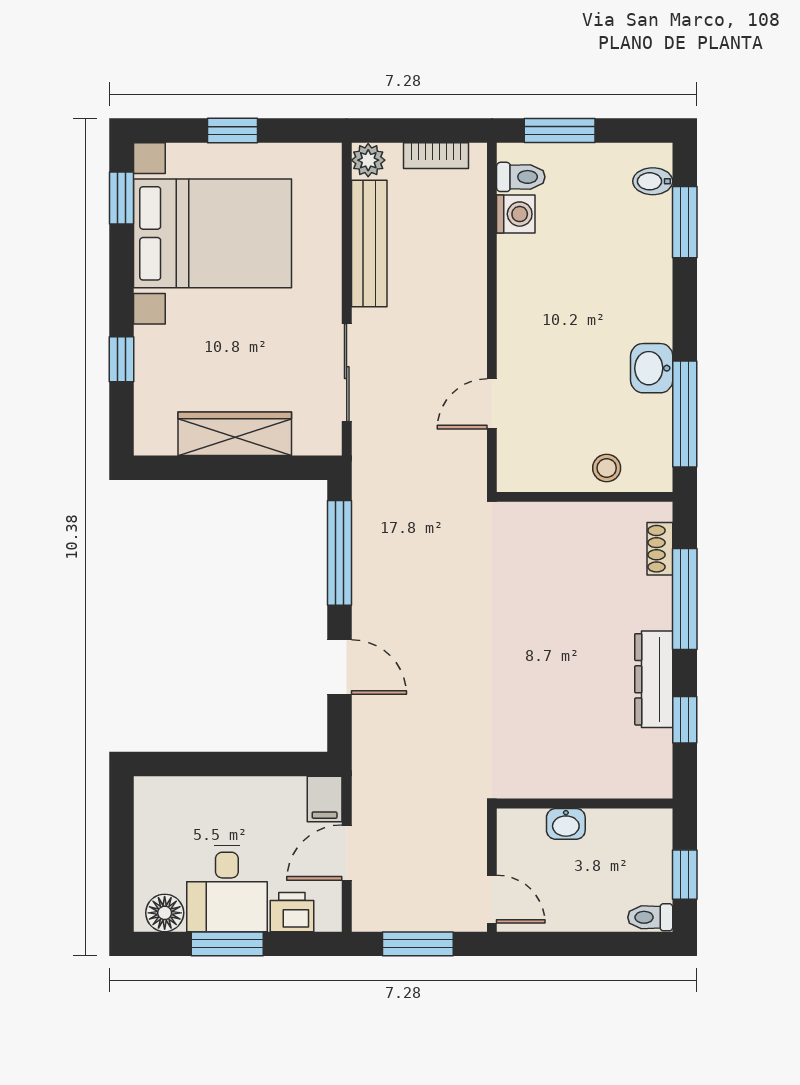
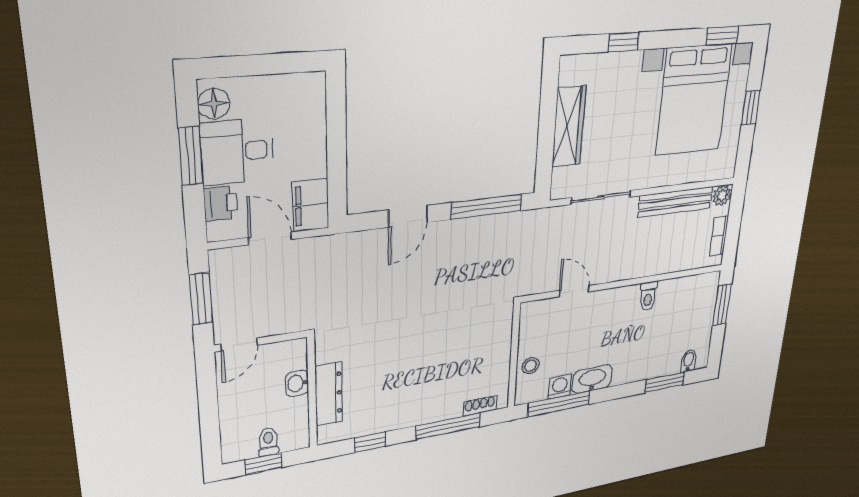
toilet: (521, 177) -> (648, 296), moved
washing machine: (516, 214) -> (560, 387), moved, turned 180
washbasin: (652, 368) -> (592, 379), width x1.38
dresser: (654, 679) -> (329, 394), moved, turned 90
filing cabinet: (325, 799) -> (311, 205), width x2.00
toilet: (650, 917) -> (268, 442), moved

